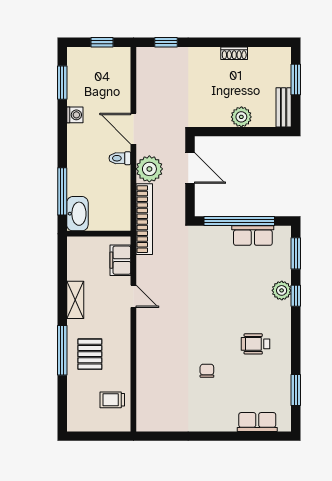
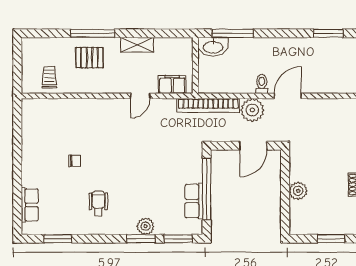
bench: (284, 107) -> (307, 228), removed
washing machine: (75, 115) -> (300, 44), removed
window: (296, 296) -> (141, 239), width x1.50

